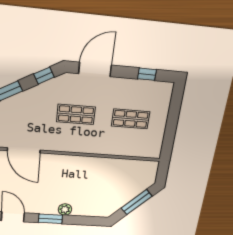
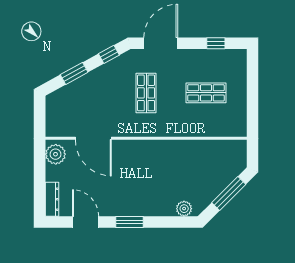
shop shelf: (76, 114) -> (146, 93), turned 90
plant: (65, 209) -> (184, 209), moved

